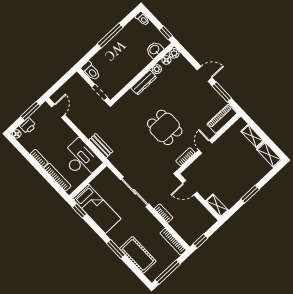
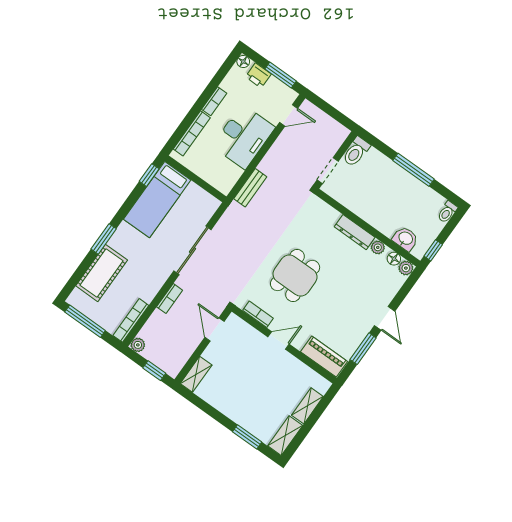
desk: (81, 159) -> (243, 137), moved
window: (250, 194) -> (247, 437), moved
plant: (190, 240) -> (138, 345), added
window: (200, 241) -> (154, 371), moved

